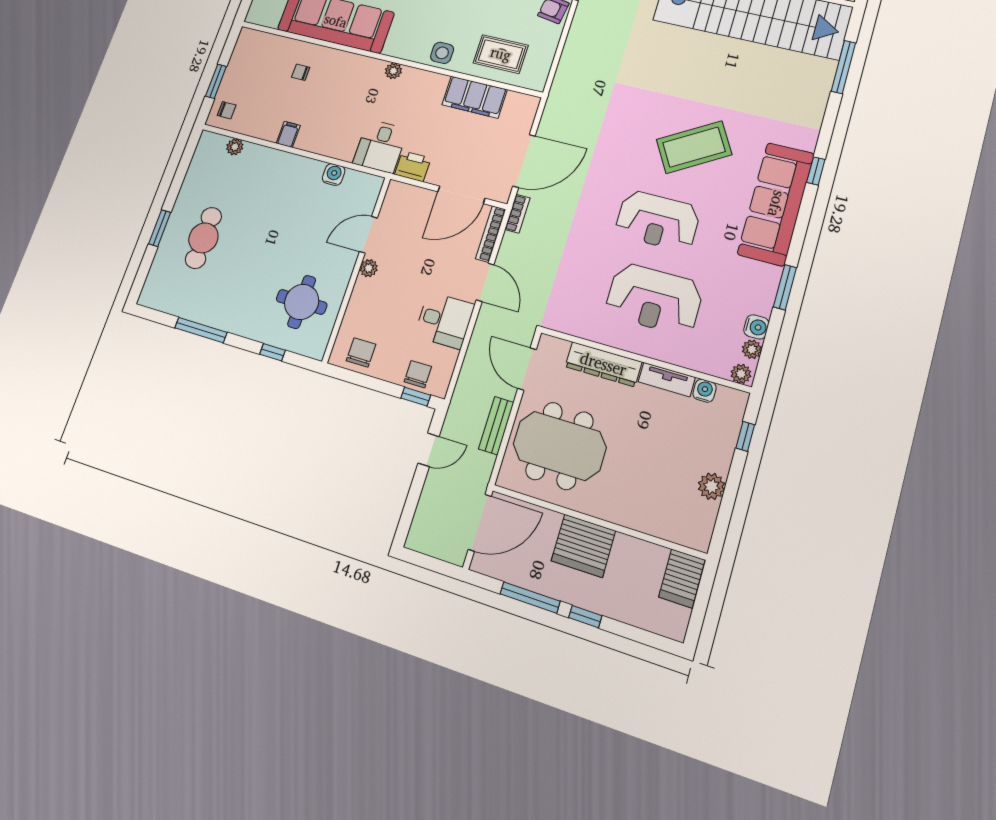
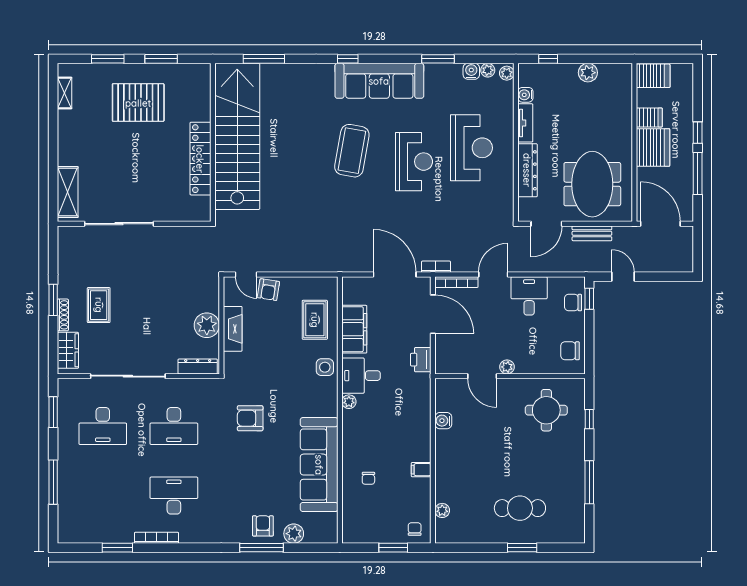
desk: (380, 146) -> (361, 376), moved, turned 180
coffee table: (694, 147) -> (352, 151), turned 41
server rack: (626, 554) -> (649, 117), added

